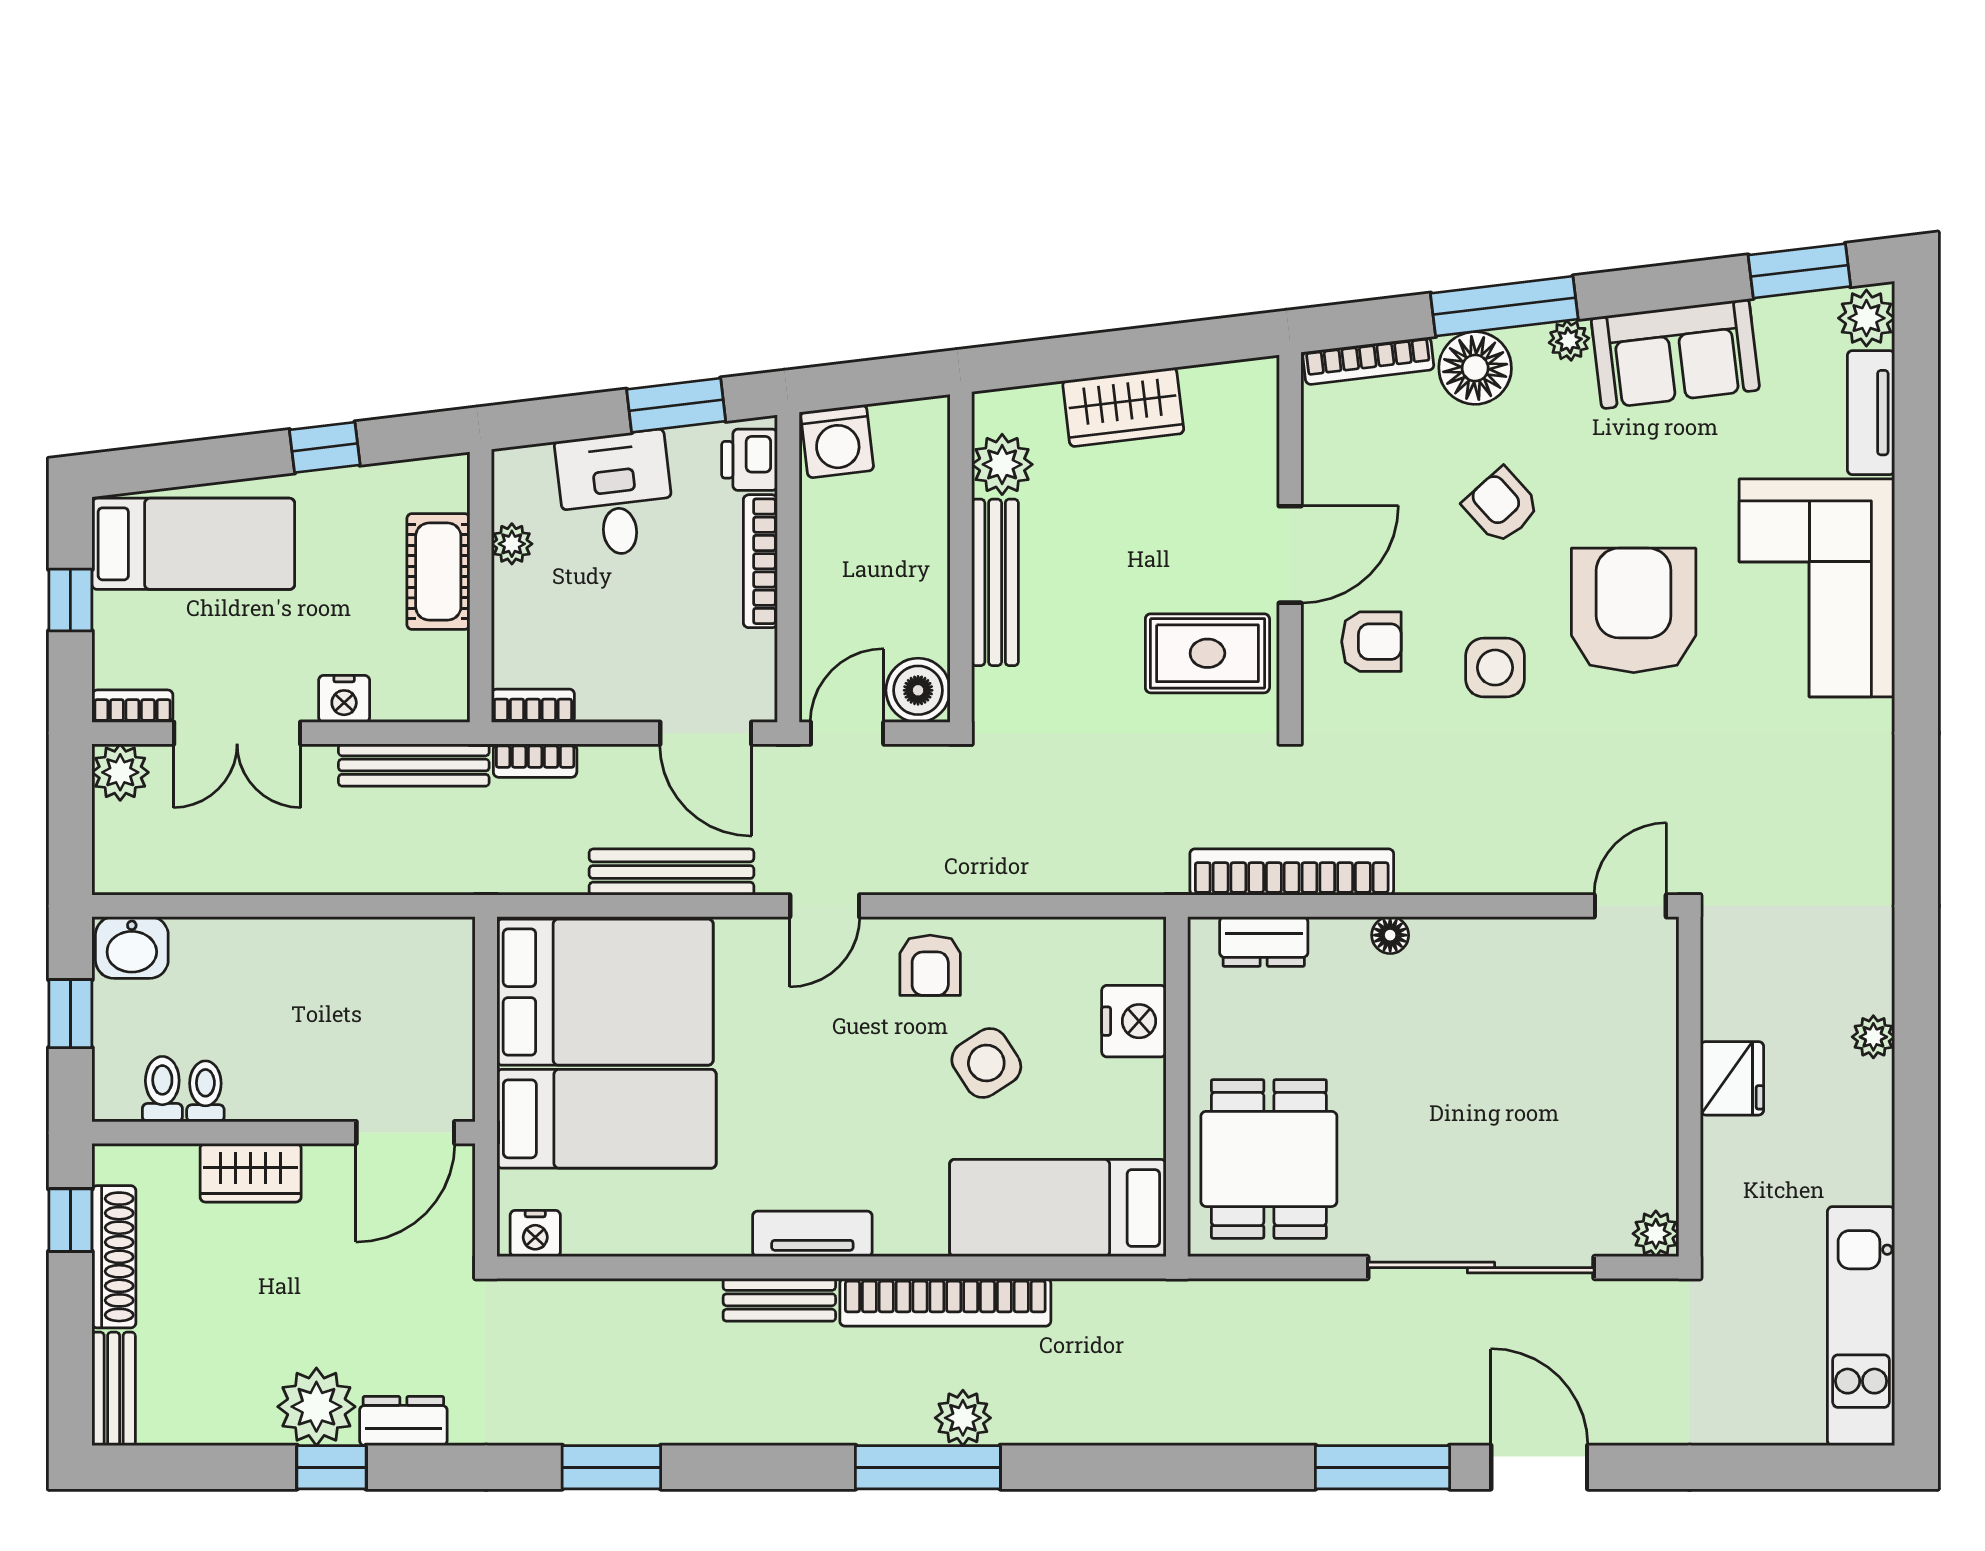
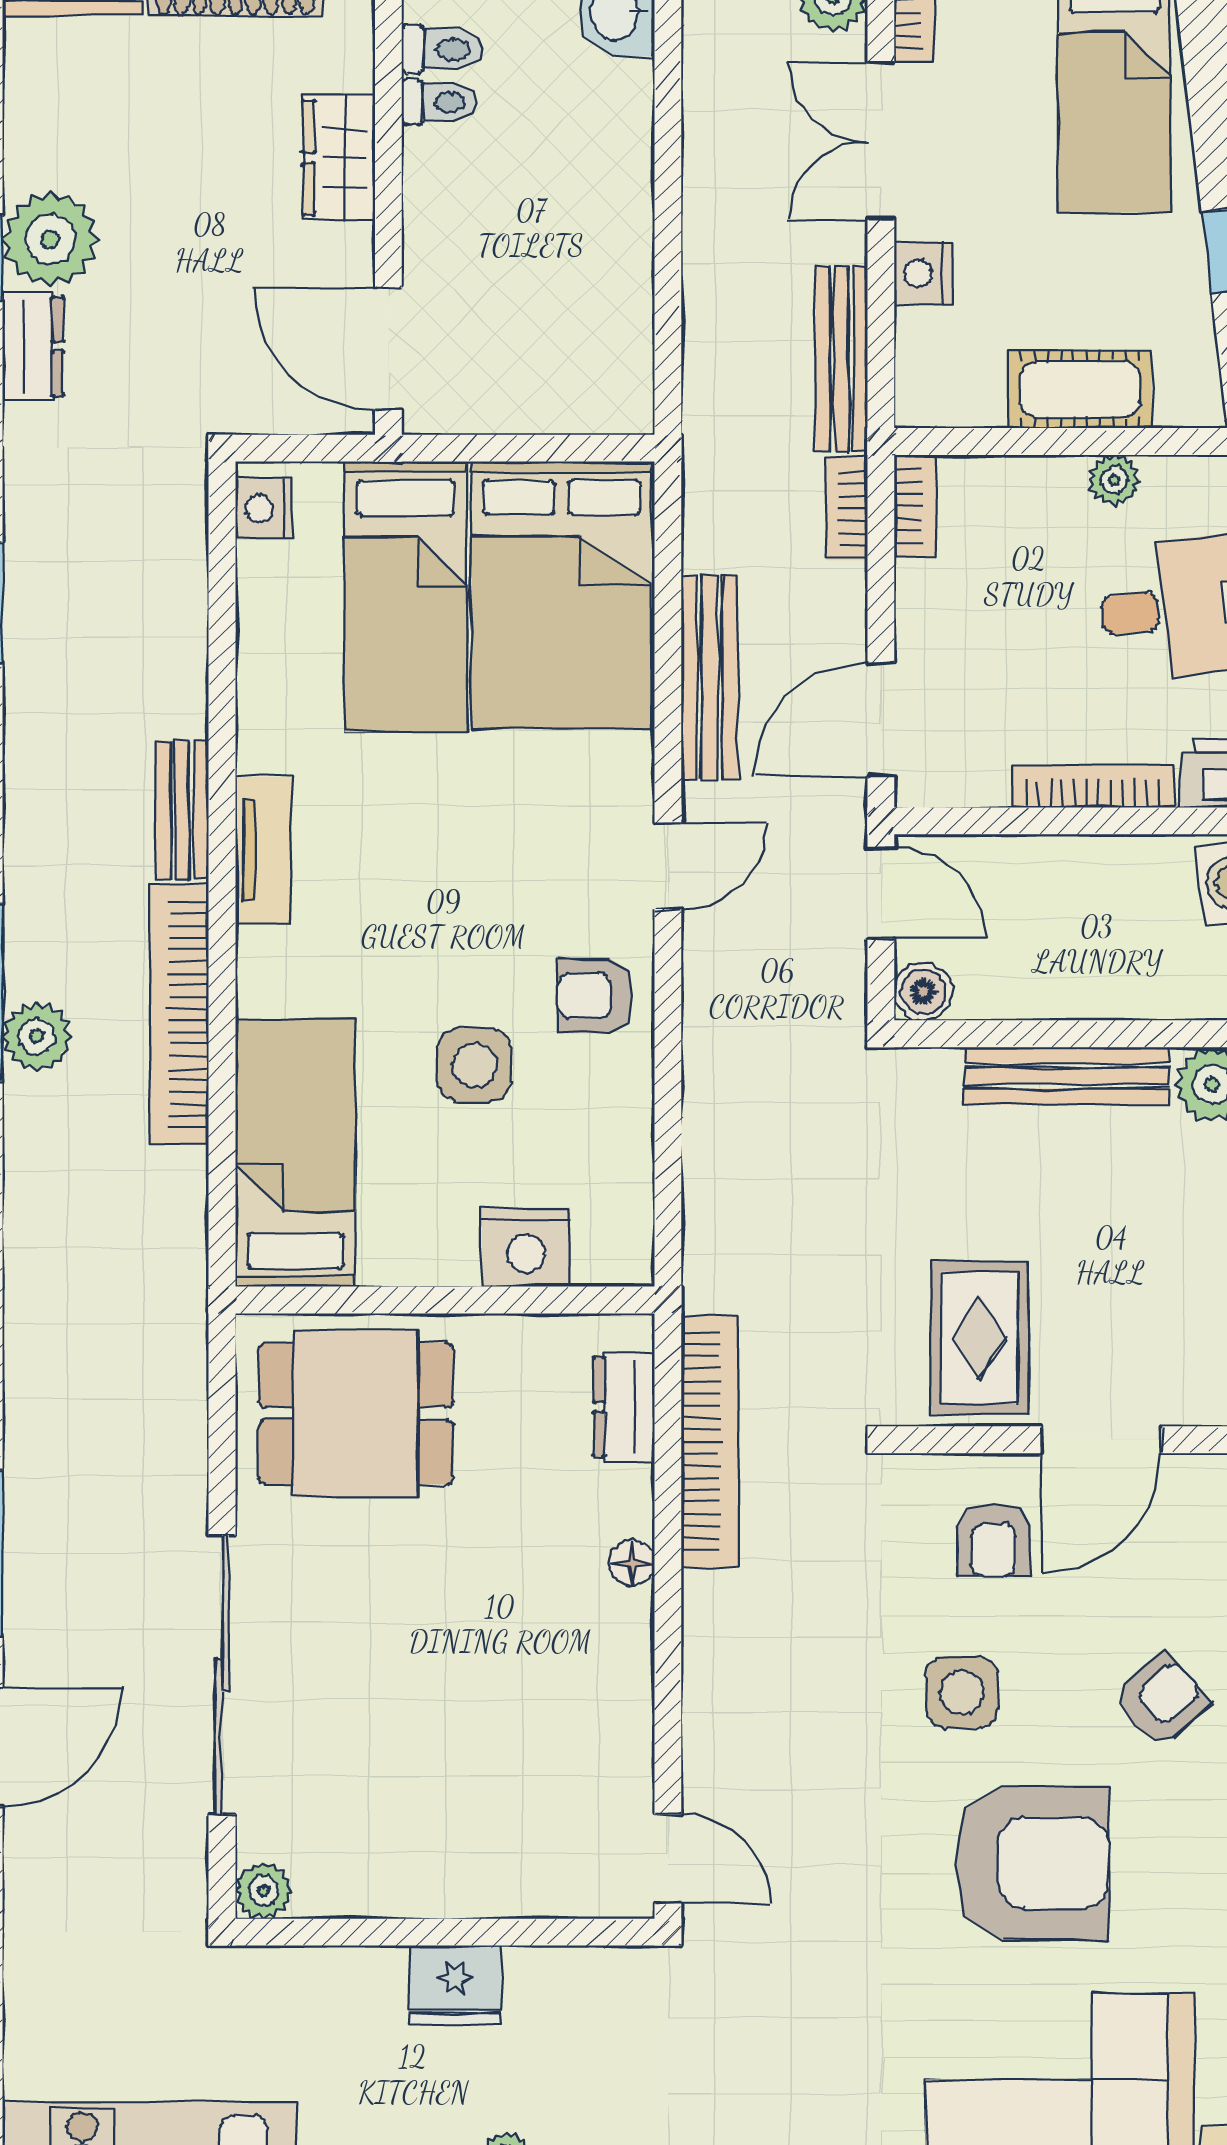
door: (1290, 554) -> (1101, 1440), hinge flipped
boiler: (918, 690) -> (923, 991), width x0.73, depth x0.73
door: (825, 906) -> (668, 866), swing flipped
side table: (986, 1063) -> (474, 1065), turned 33

